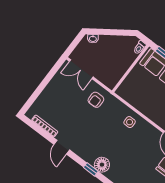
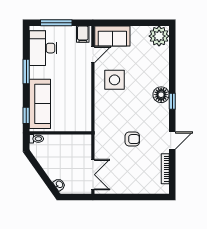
armchair: (96, 100) -> (132, 139), moved
side table: (130, 122) -> (115, 80), moved, width x1.87, depth x1.87

